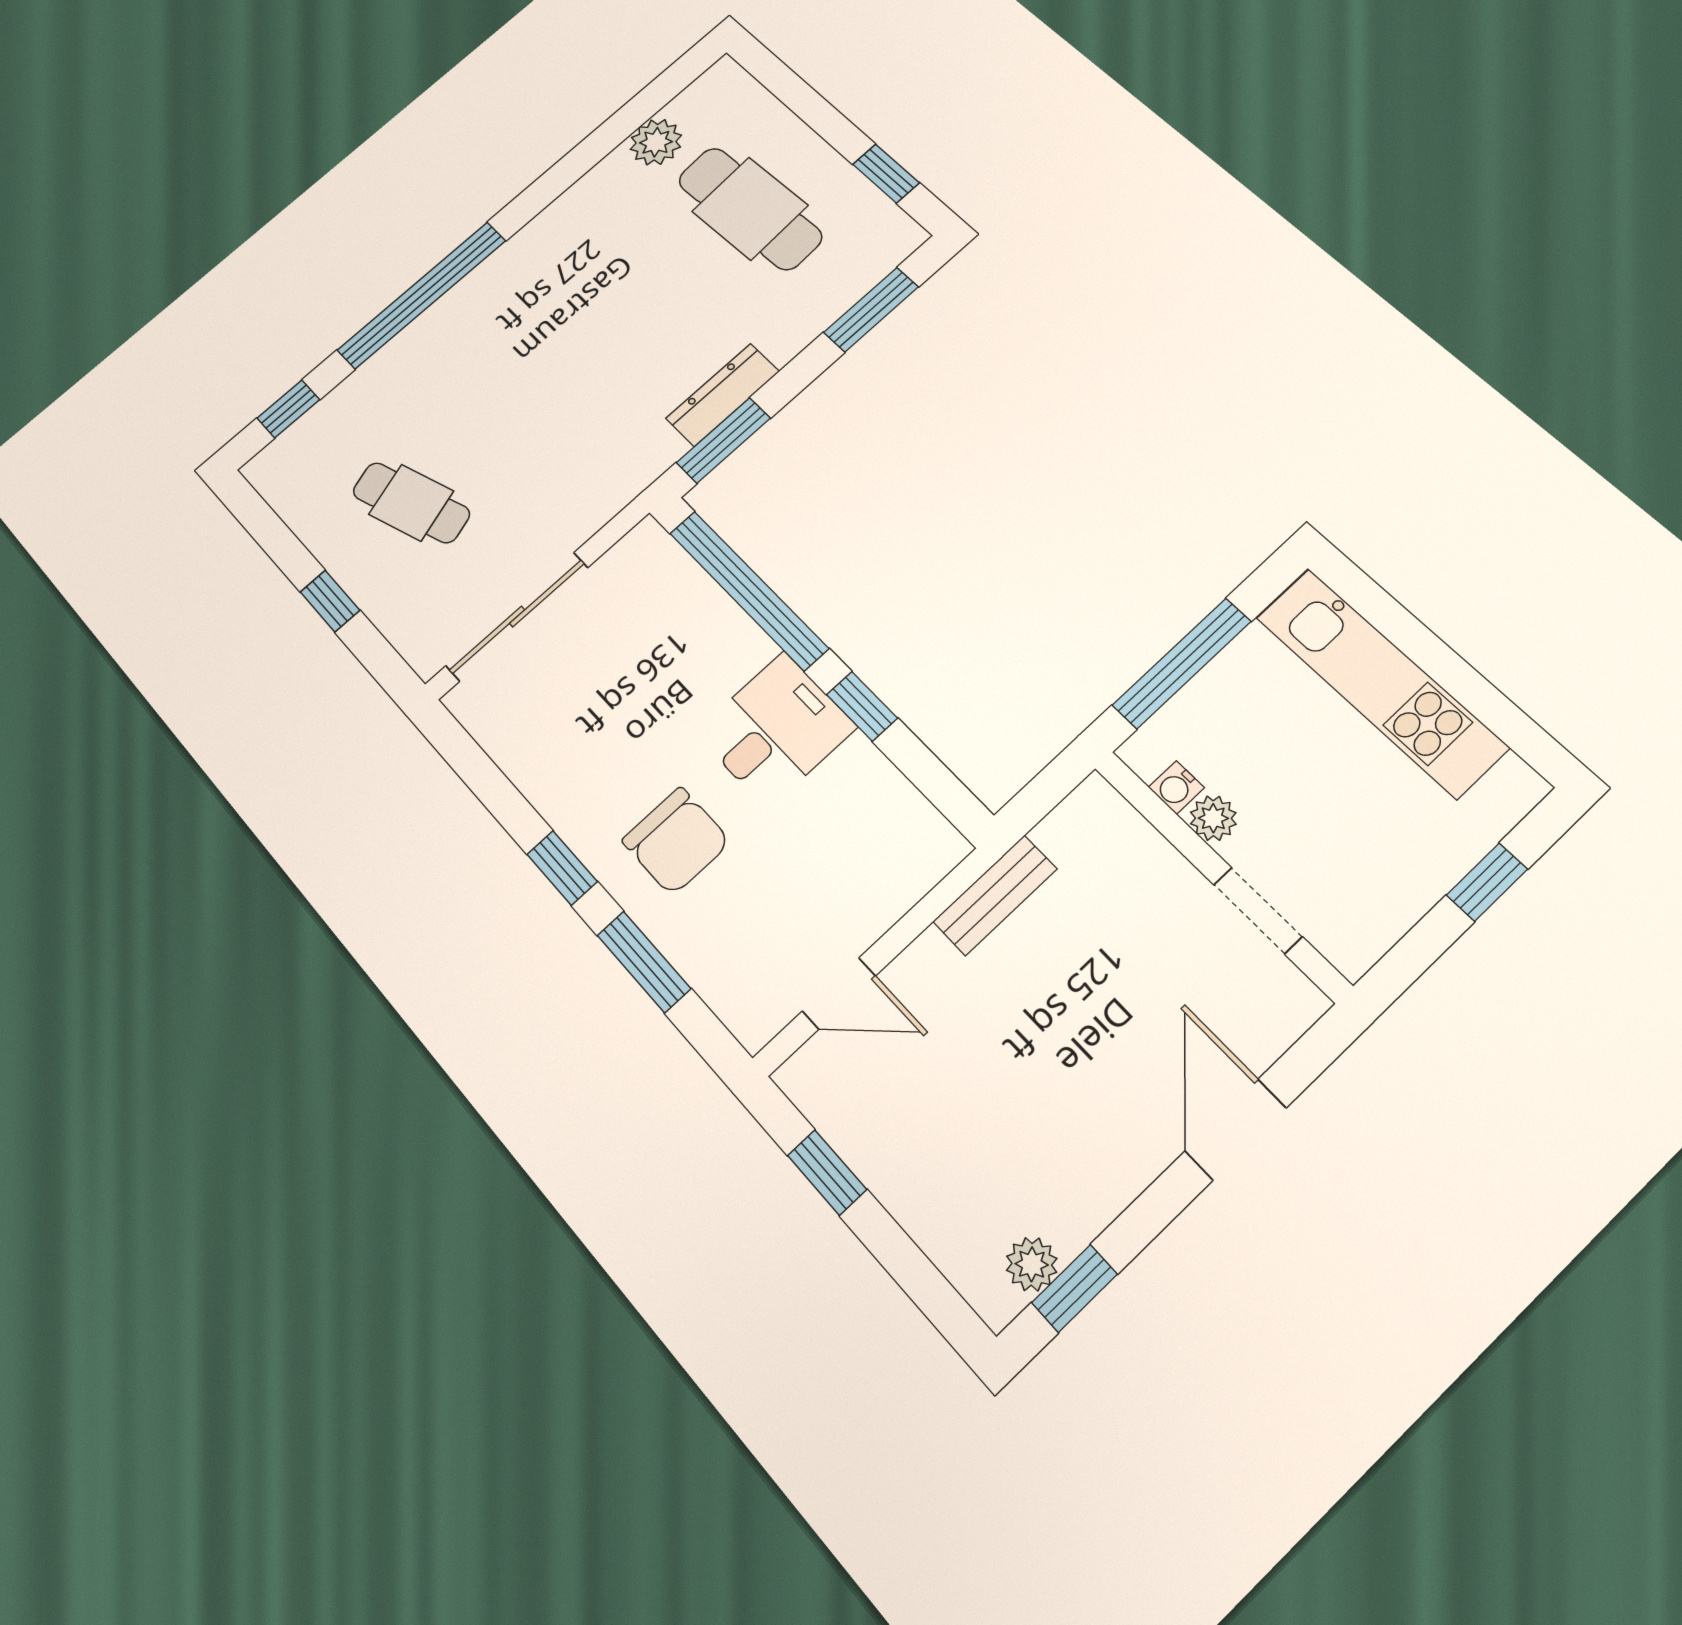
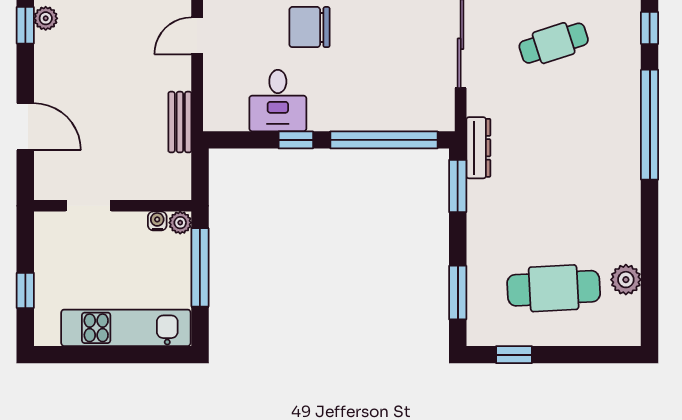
dresser: (723, 395) -> (478, 148), moved
desk: (776, 730) -> (278, 101), moved
plant: (1213, 818) -> (180, 223), moved

